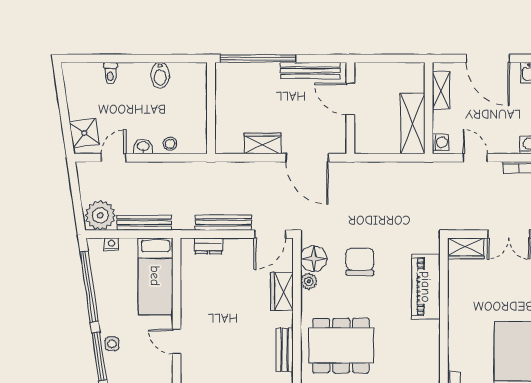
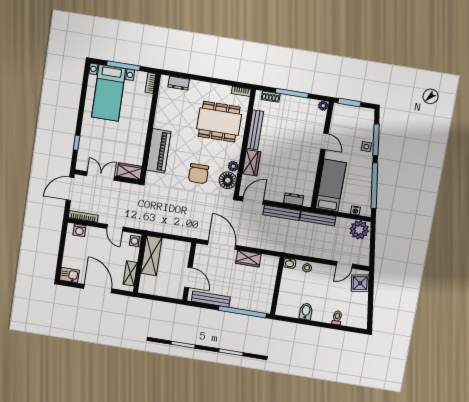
washbasin: (143, 147) -> (290, 263), moved
bench: (144, 223) -> (318, 218), moved
bench: (285, 350) -> (255, 130), width x1.36

